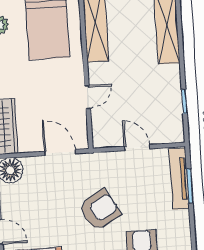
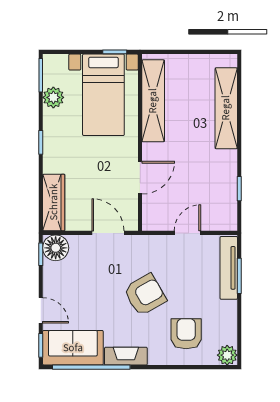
door: (88, 97) -> (140, 178), width x1.38
door: (137, 148) -> (188, 233), hinge flipped

